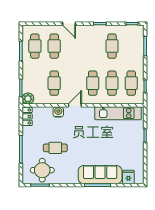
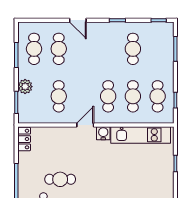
plant: (28, 99) -> (25, 87), moved
water cooler: (58, 112) -> (103, 133), moved

